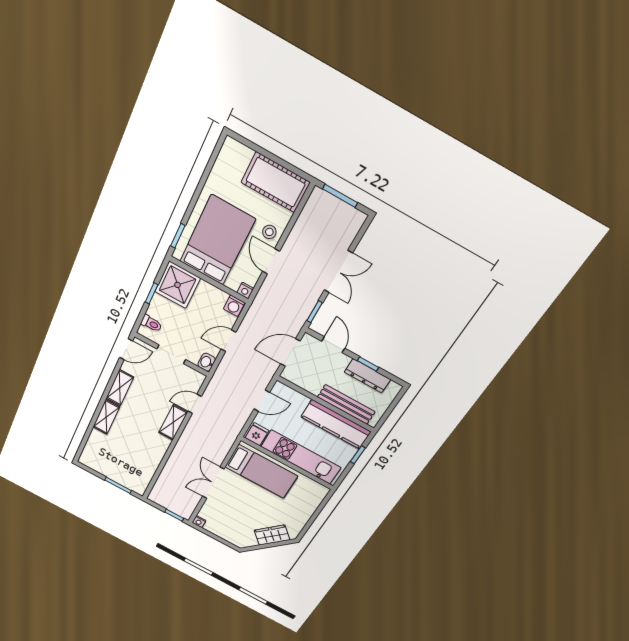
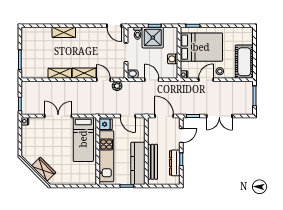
shower: (178, 285) -> (153, 38), moved
washing machine: (234, 306) -> (173, 59), moved
shelving: (120, 388) -> (60, 73), moved
plant: (212, 391) -> (117, 86), added

